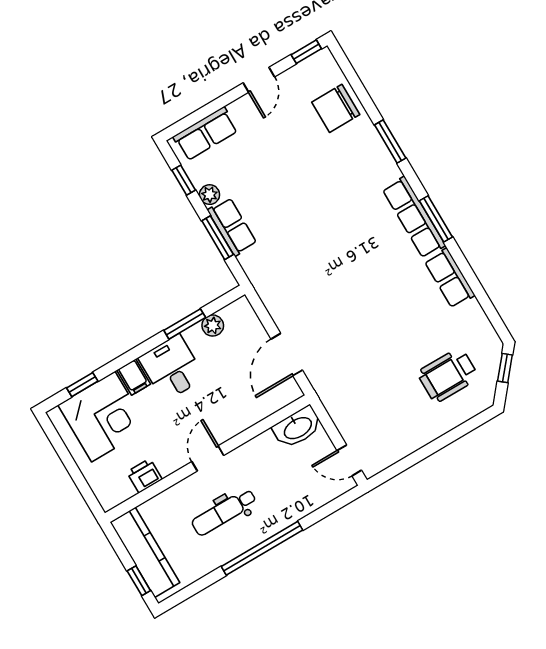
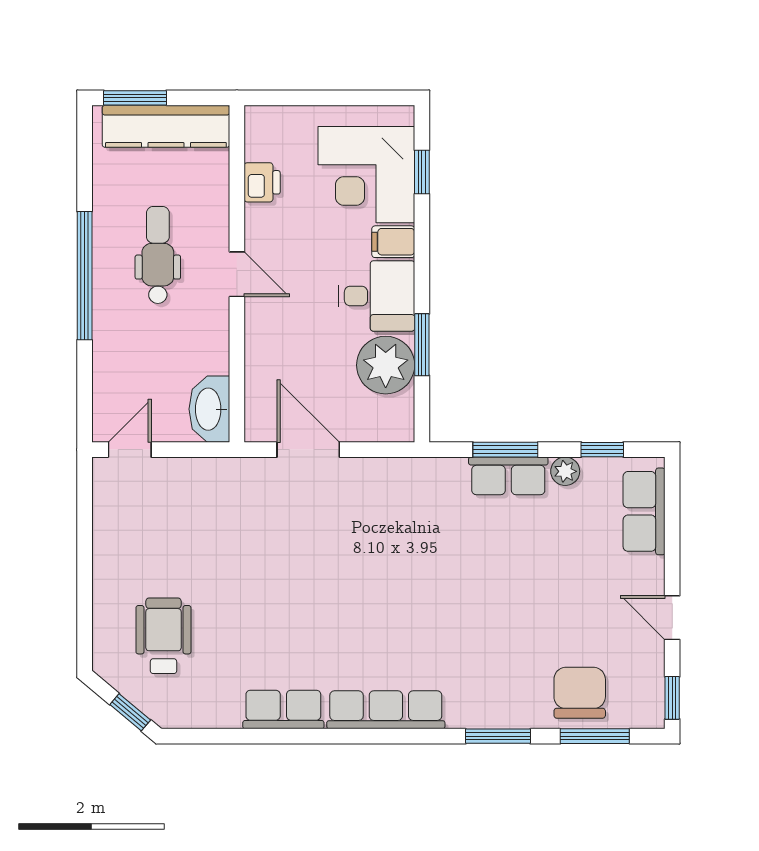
window: (436, 219) -> (595, 736), moved
plant: (213, 326) -> (386, 365), width x1.88, depth x1.88
window: (139, 581) -> (135, 98), width x1.50

